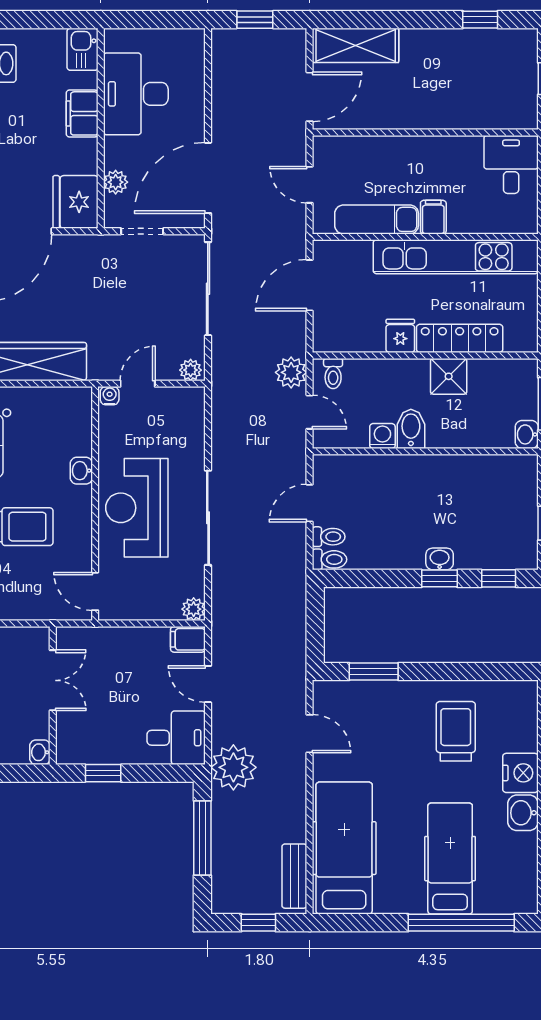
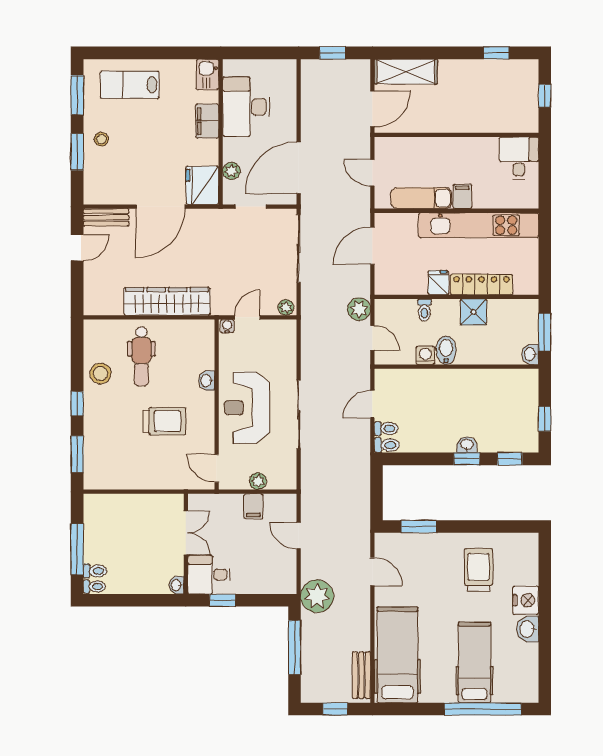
toilet: (333, 373) -> (424, 310), moved
plant: (194, 609) -> (258, 481), moved
filing cabinet: (188, 639) -> (253, 506), moved, turned -90
desk: (176, 738) -> (209, 575), moved, turned 180

